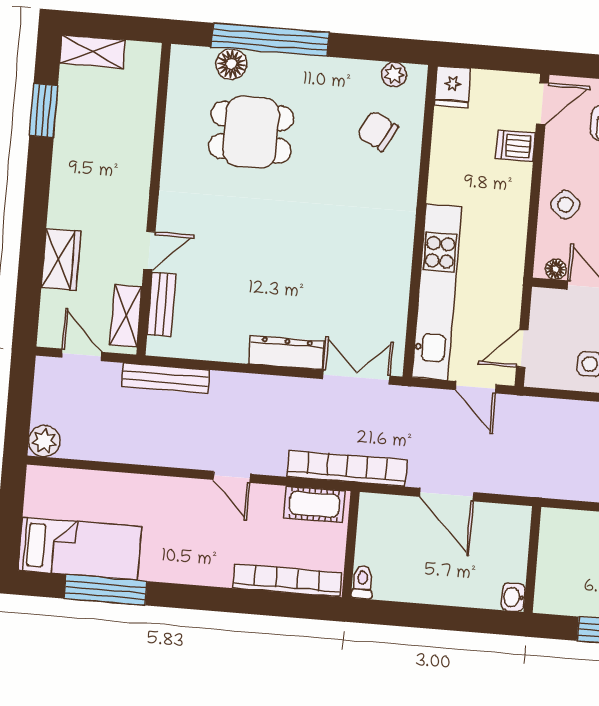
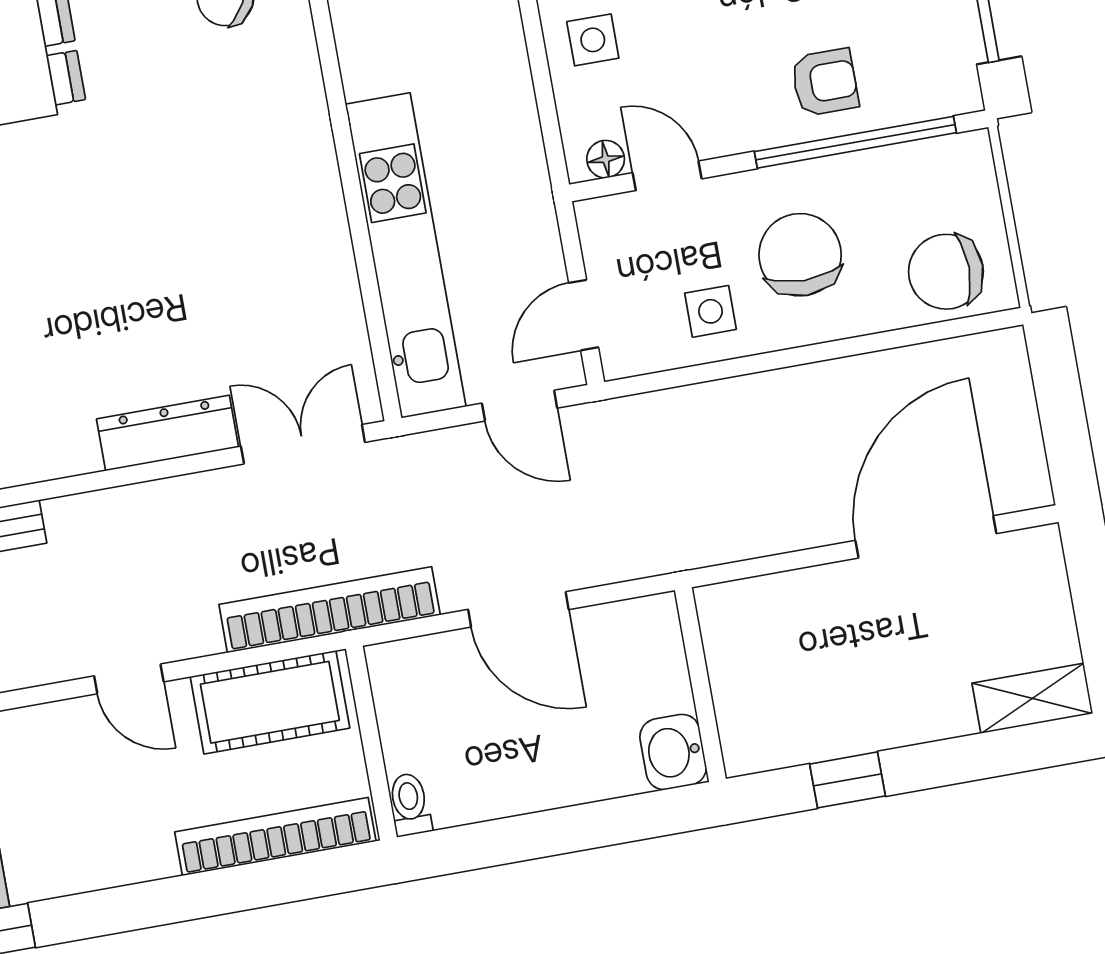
side table: (565, 205) -> (593, 40), turned -38
cot: (314, 504) -> (270, 702), width x1.37, depth x1.34
washbasin: (513, 597) -> (673, 752), width x1.38, depth x1.45

